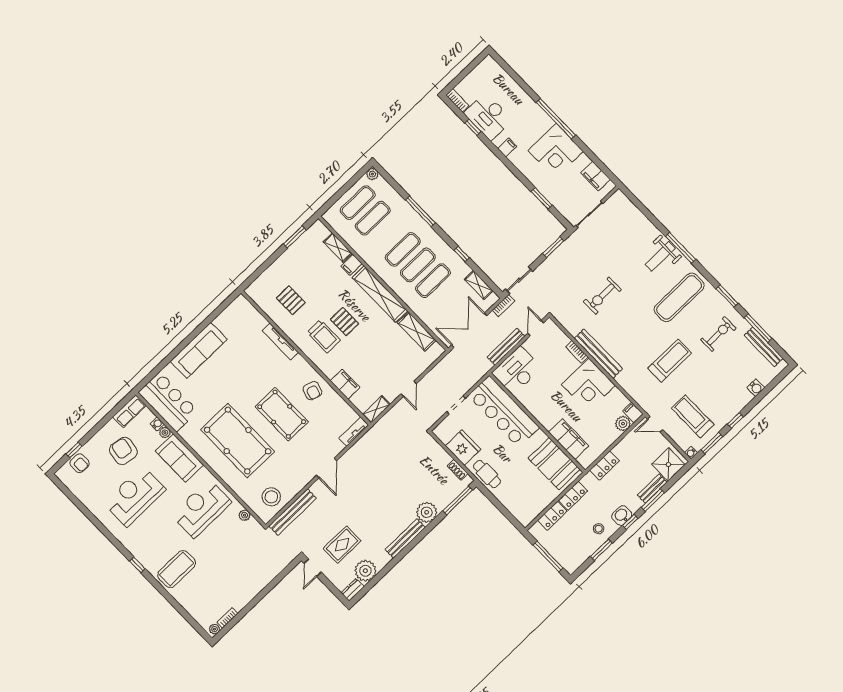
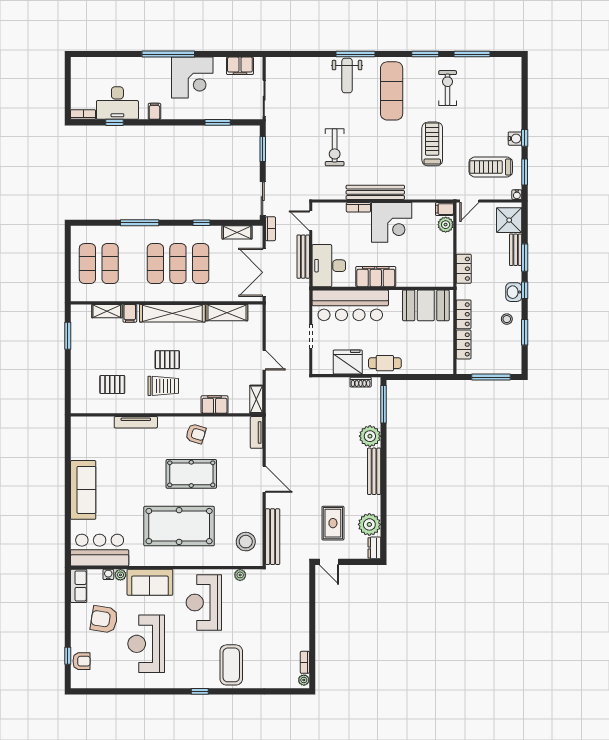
plant: (372, 174) -> (77, 232), removed
bench: (764, 347) -> (490, 63), removed
water cooler: (756, 388) -> (515, 139), moved
filing cabinet: (569, 439) -> (376, 277), moved

